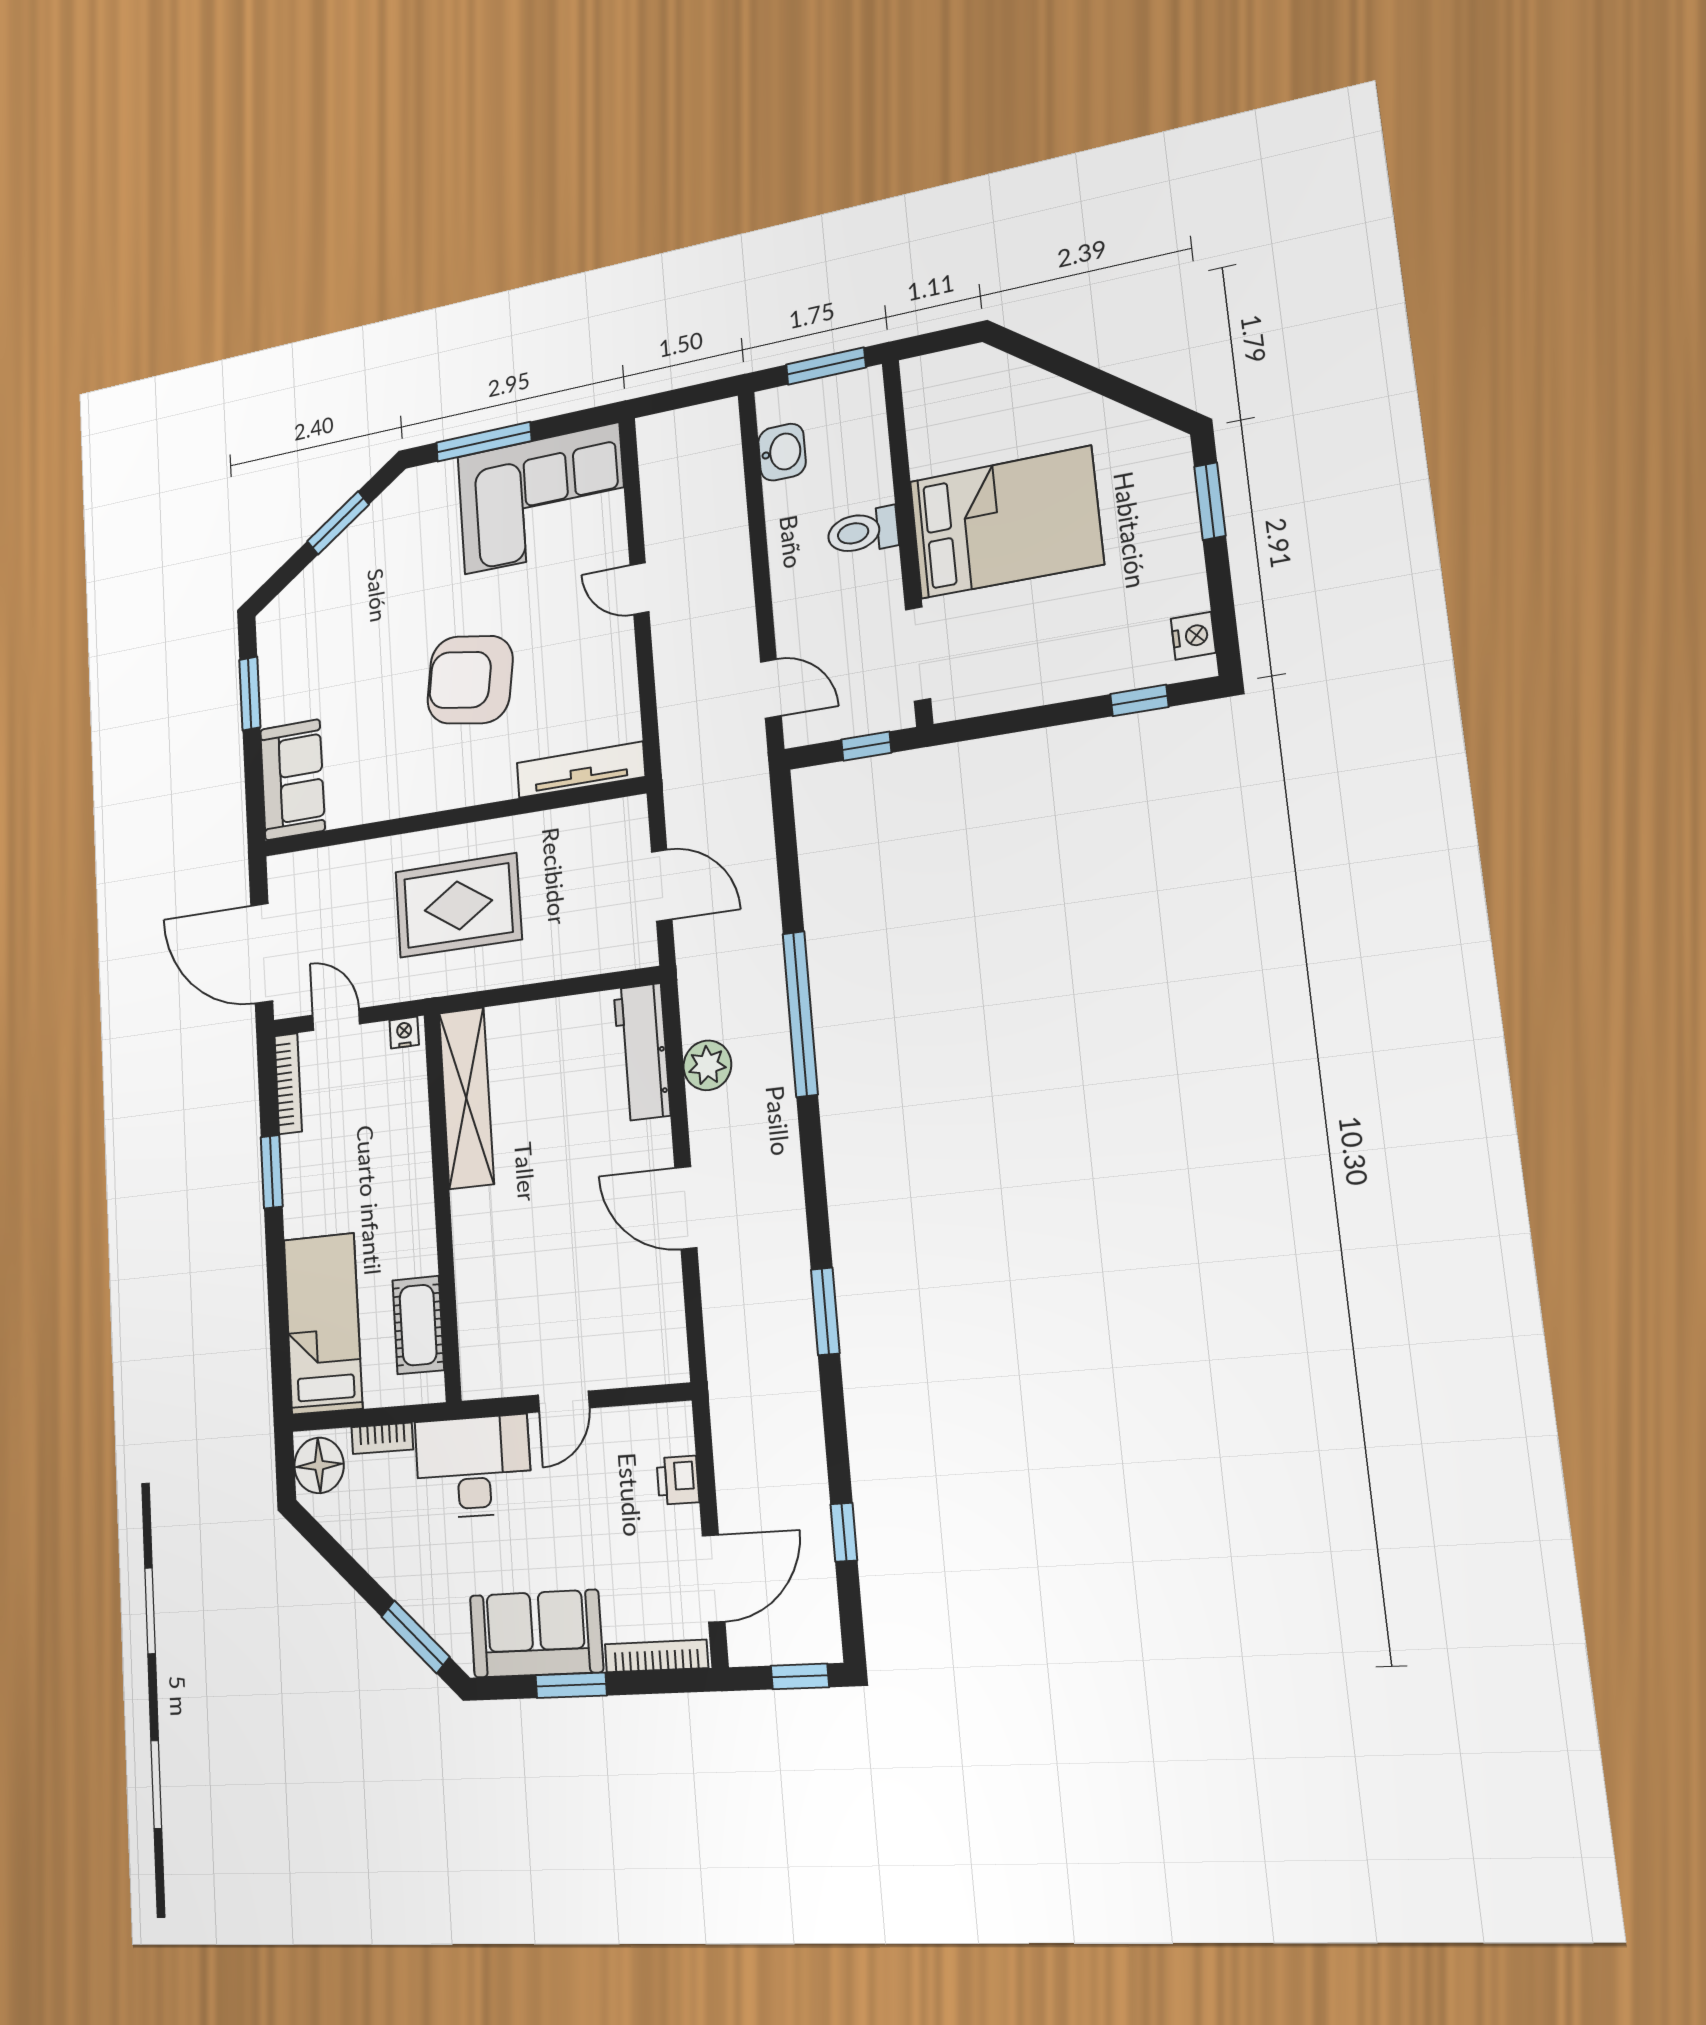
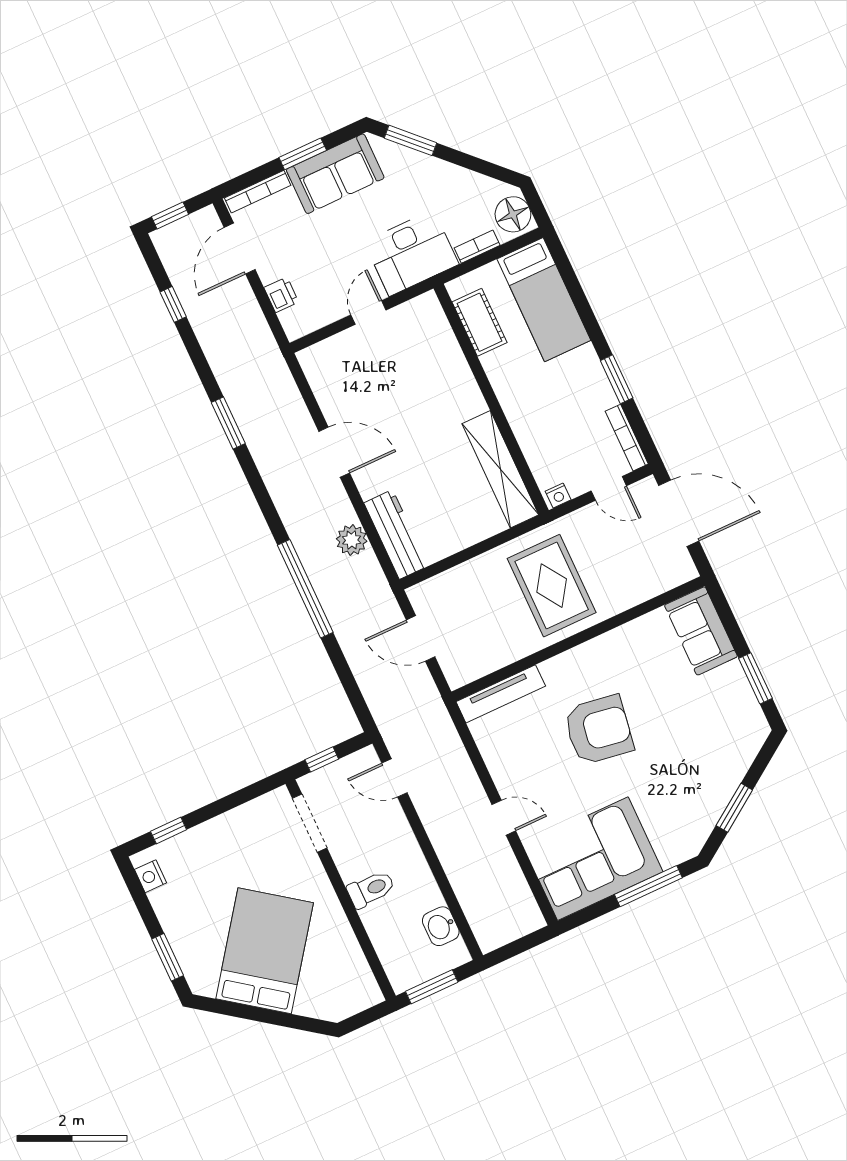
bed: (1006, 523) -> (265, 951), moved, turned 126
rug: (458, 905) -> (552, 586), turned 90

